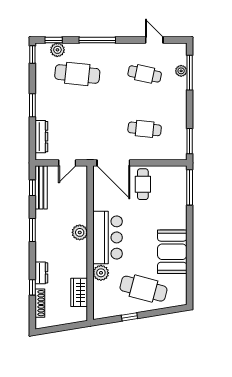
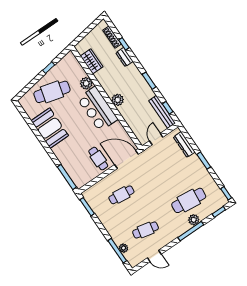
plant: (57, 50) -> (194, 220), moved

